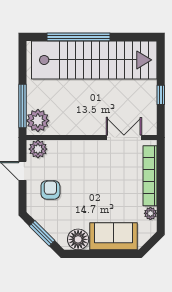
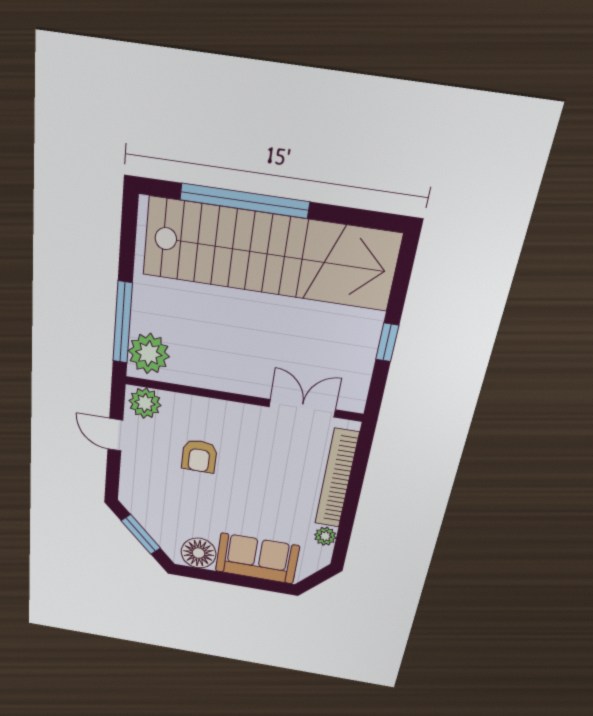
armchair: (50, 190) -> (199, 456), moved, turned 180

